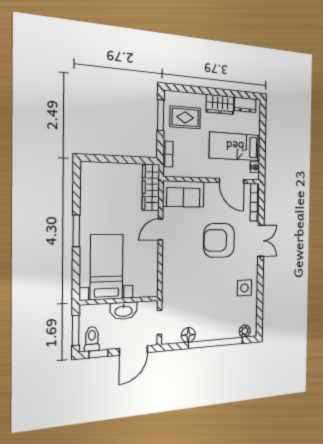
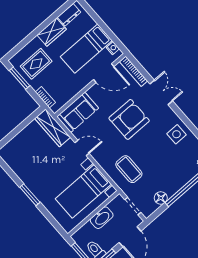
door: (161, 230) -> (82, 148), swing flipped
armchair: (219, 240) -> (129, 119), turned 180
bed with nightstands: (107, 267) -> (83, 191), moved, turned -90
coffee table: (184, 285) -> (129, 169), added

